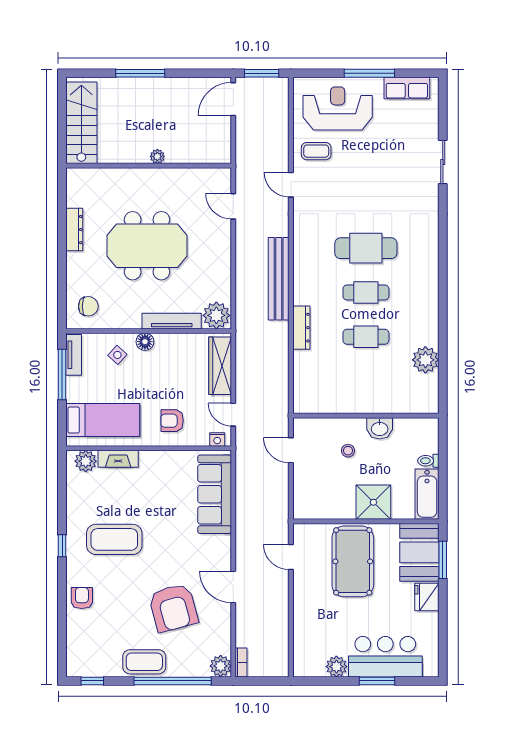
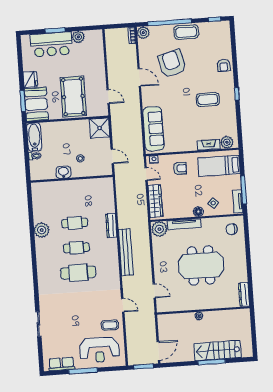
stairs: (81, 123) -> (217, 351), moved, turned 90
dresser: (74, 230) -> (244, 294), moved
plant: (425, 360) -> (42, 230), moved
shower: (373, 502) -> (100, 128), moved
coffee table: (114, 539) -> (208, 99), width x0.73, depth x0.76

